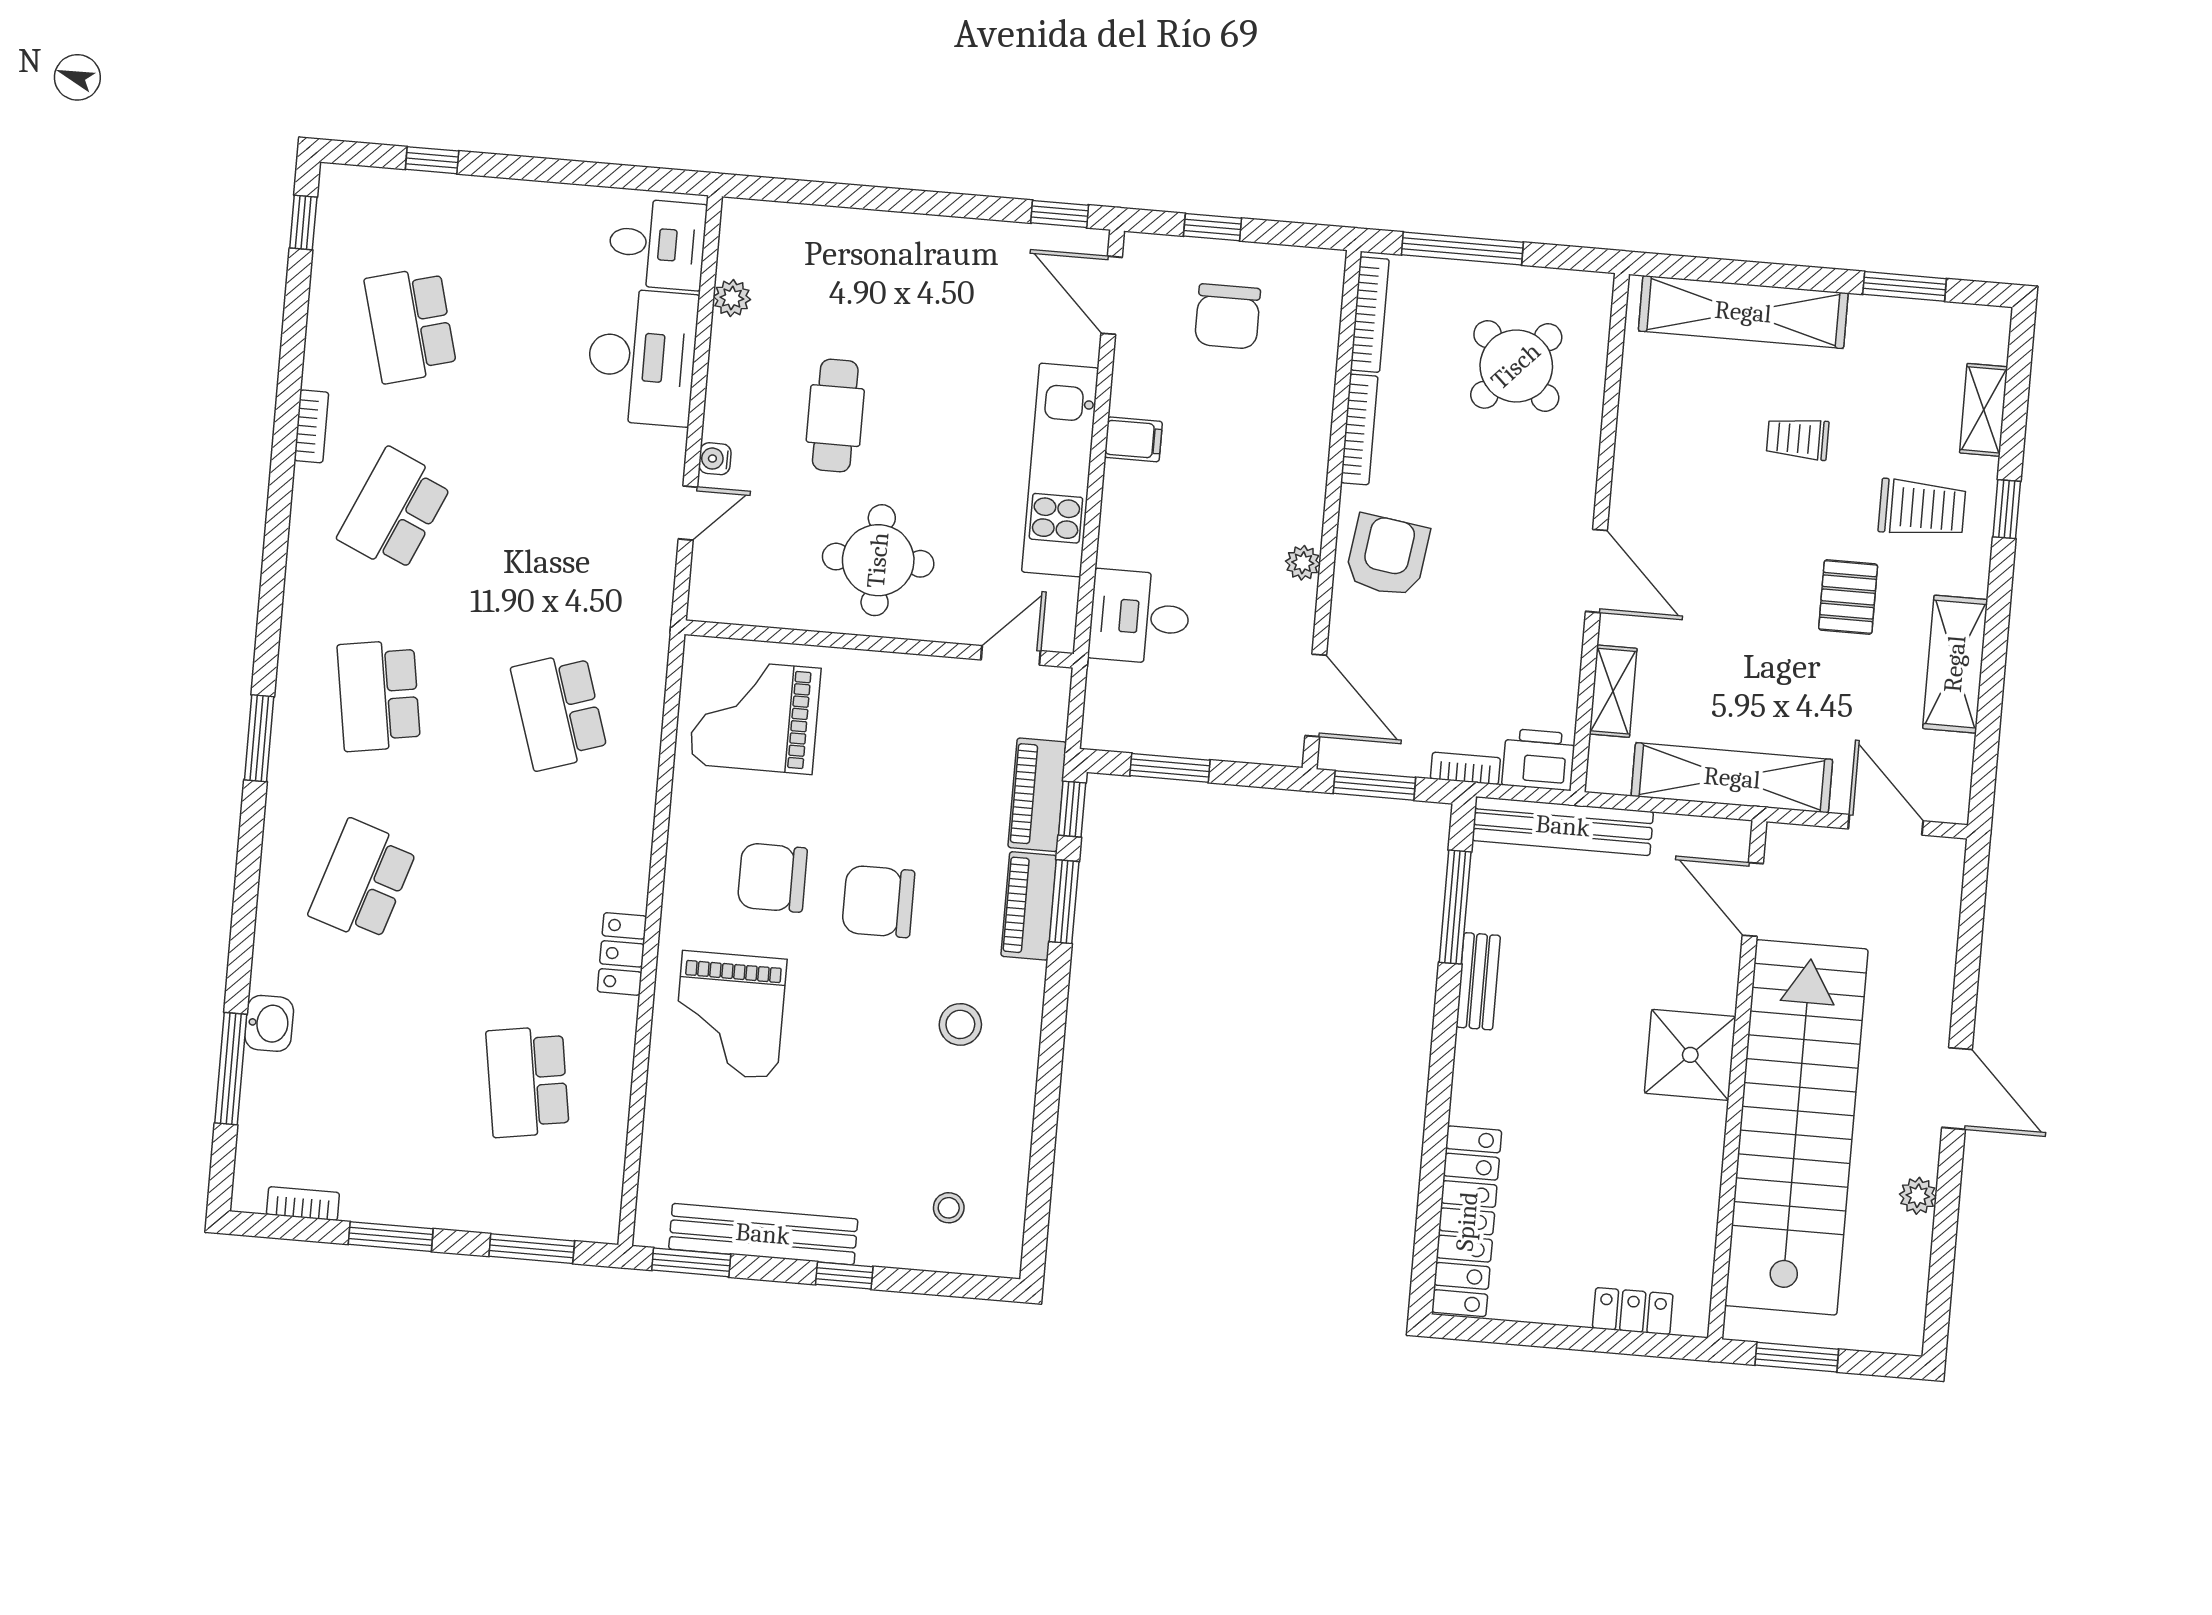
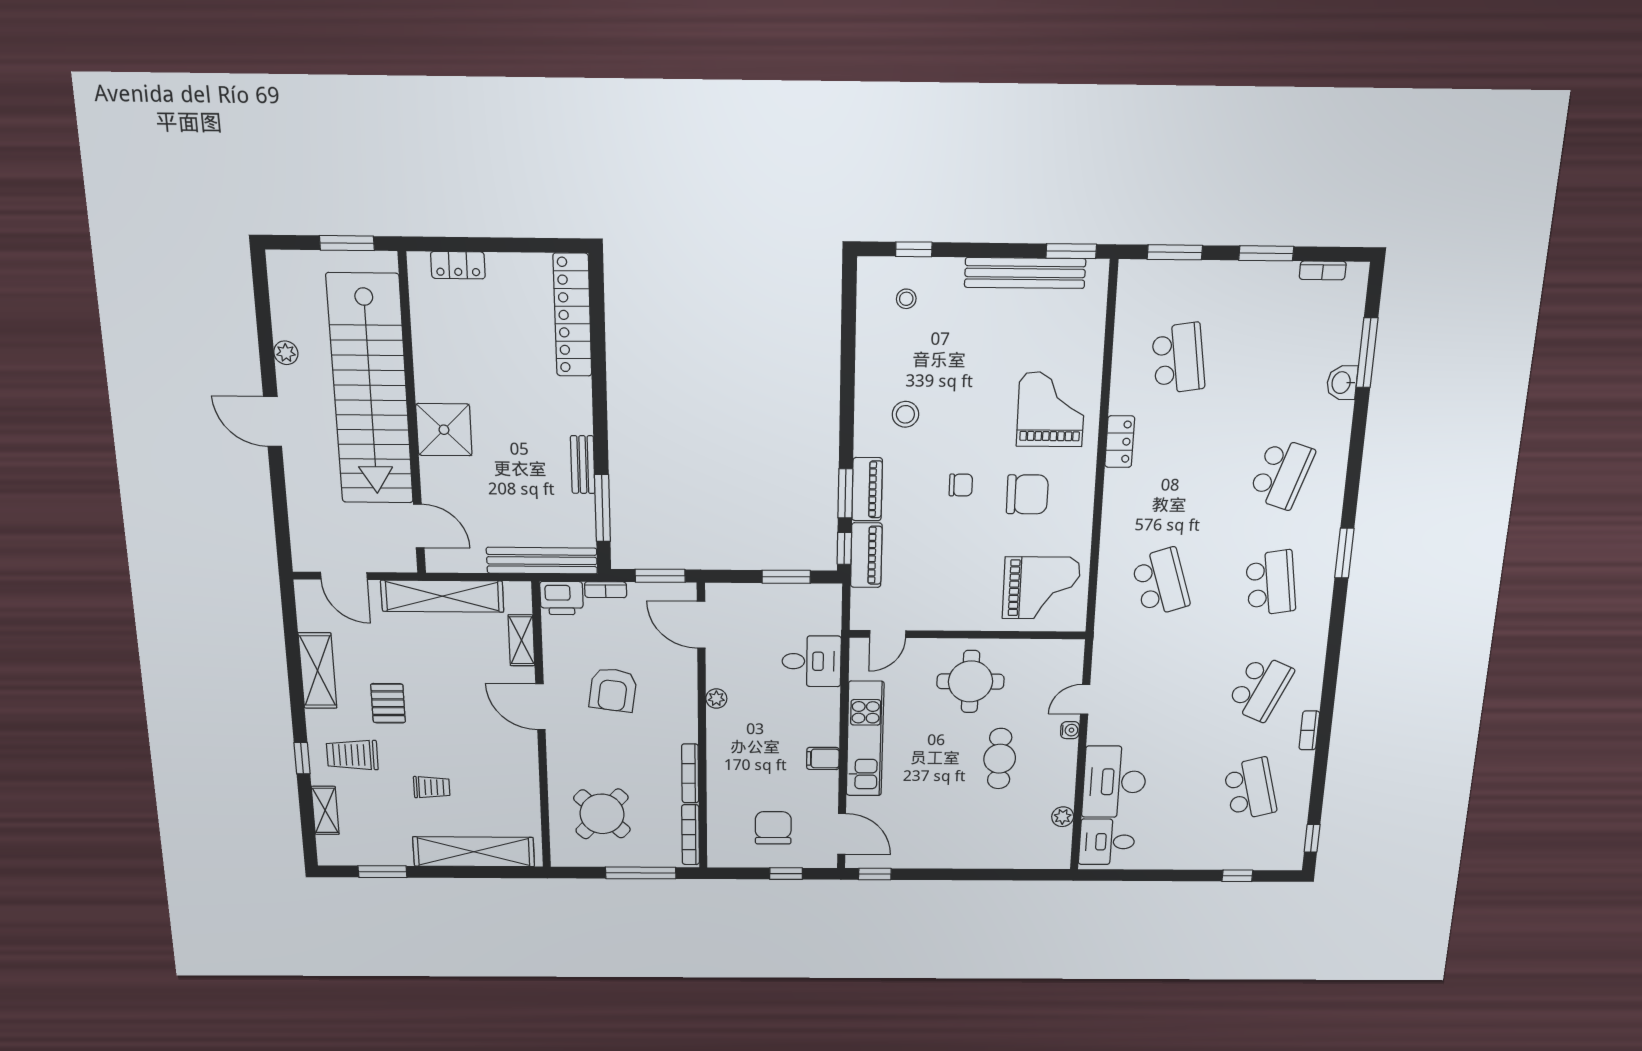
armchair: (1387, 556) -> (613, 690), moved
chair: (878, 901) -> (961, 485), width x0.54, depth x0.54
window: (844, 1275) -> (914, 249), moved

